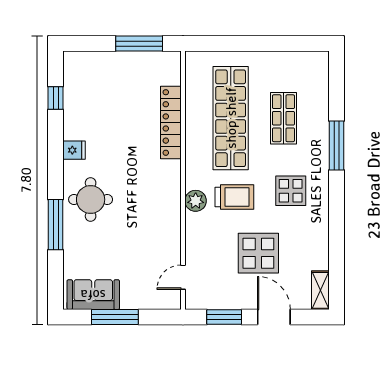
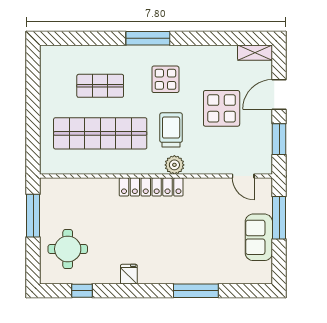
locker: (171, 122) -> (151, 187), moved
window: (336, 145) -> (148, 38), moved
round table: (91, 200) -> (68, 249), moved
sofa: (93, 295) -> (259, 237), moved
window: (115, 317) -> (279, 218), moved

